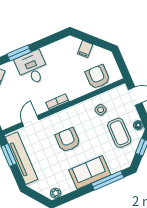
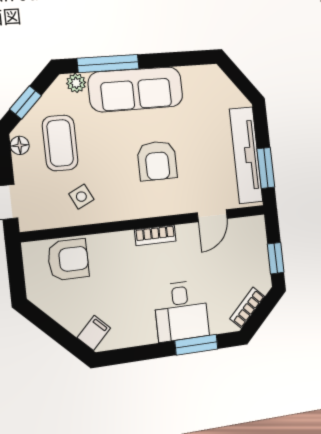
filing cabinet: (85, 49) -> (94, 333), moved
armchair: (98, 77) -> (68, 260), turned -90
sofa: (90, 172) -> (136, 89), width x1.36
plant: (56, 193) -> (76, 83), moved

